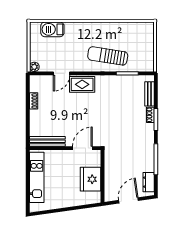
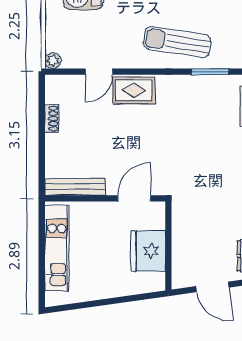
door: (129, 200) -> (212, 287), swing flipped

